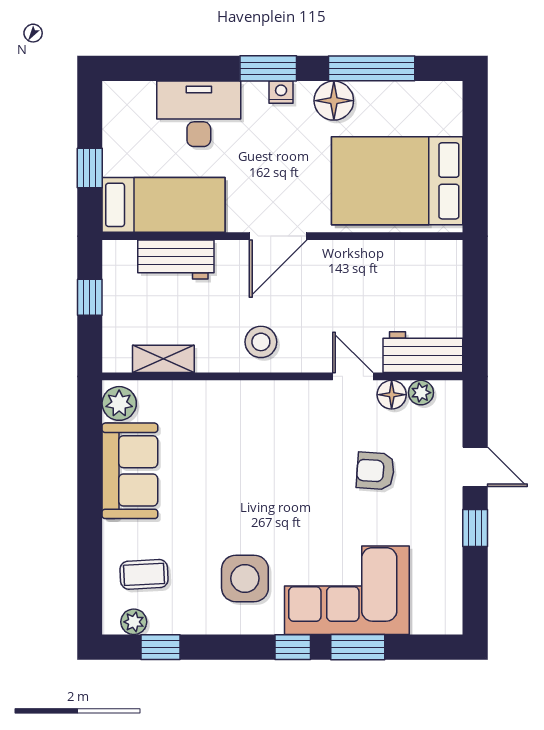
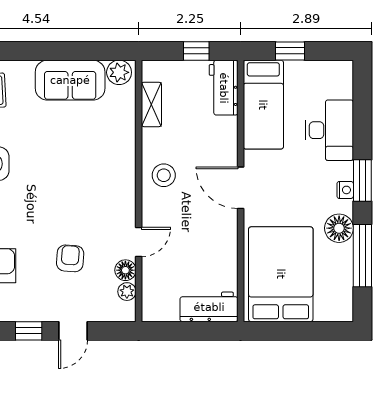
workbench: (176, 260) -> (224, 88), moved
workbench: (423, 352) -> (209, 307), moved, turned -90

